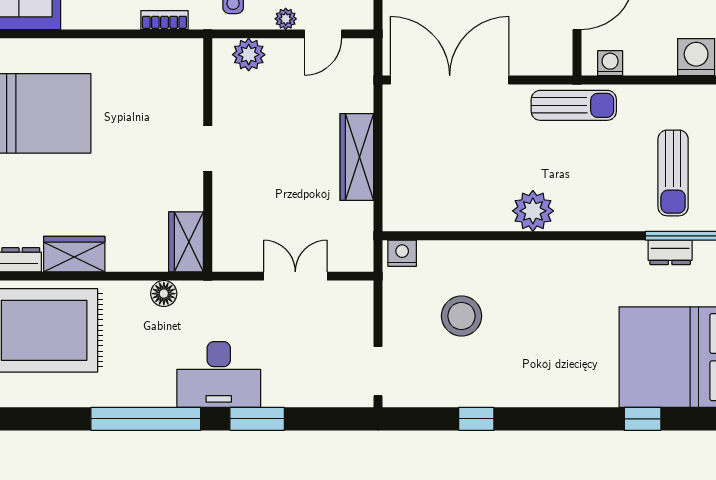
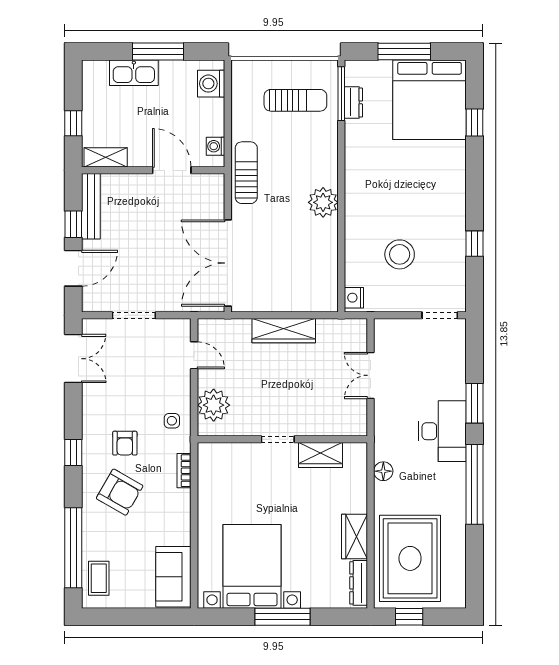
plant: (286, 19) -> (183, 382), removed
plant: (249, 55) -> (214, 405), width x1.36, depth x1.36
wardrobe: (186, 242) -> (321, 455), moved

